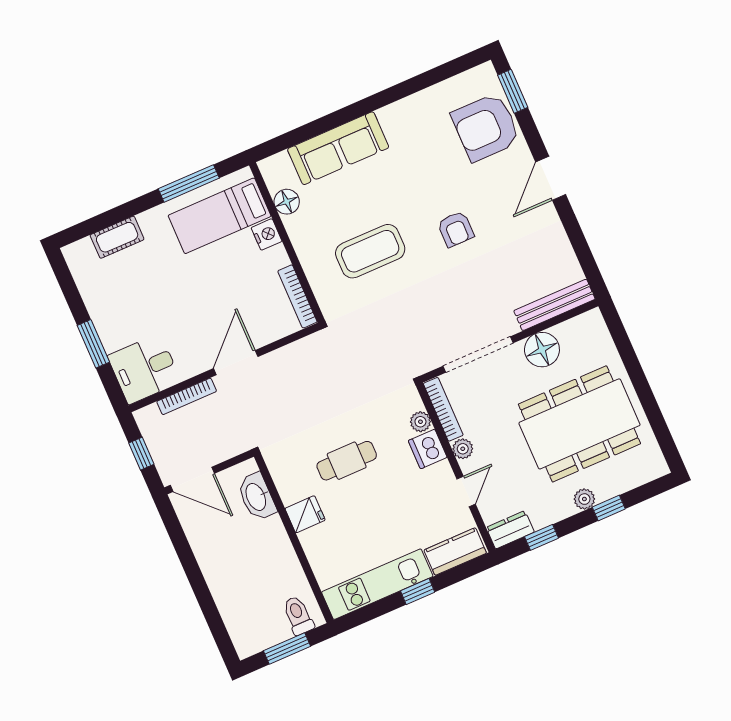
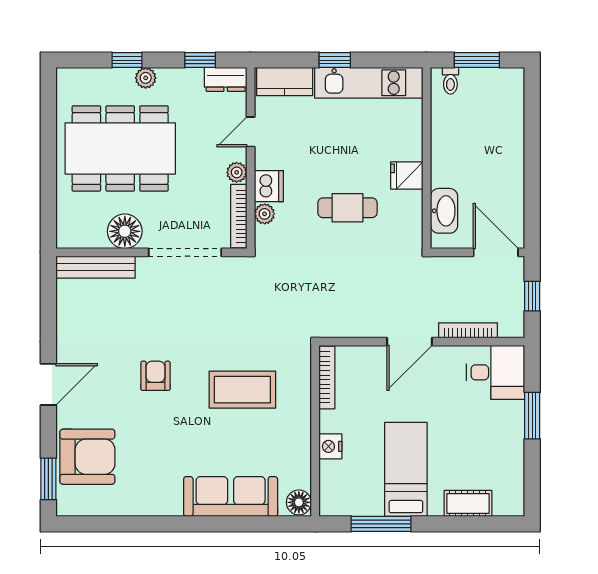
floor lamp: (287, 202) -> (299, 502), moved
bed: (220, 216) -> (406, 469), moved, turned -90
toilet: (298, 615) -> (450, 81), width x0.73, depth x0.72

